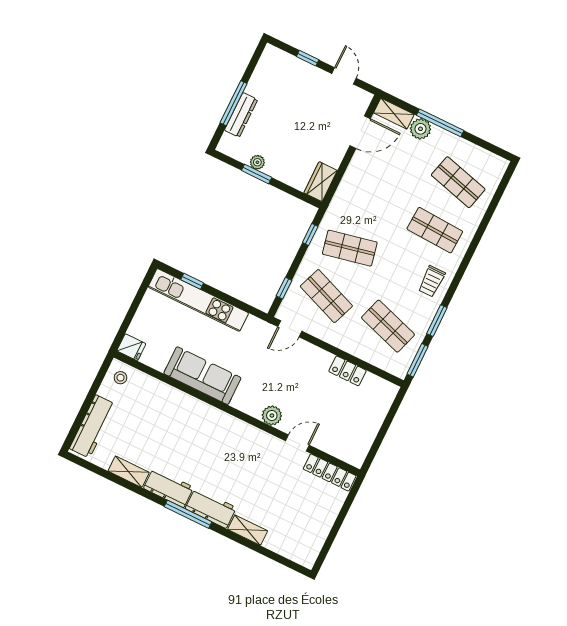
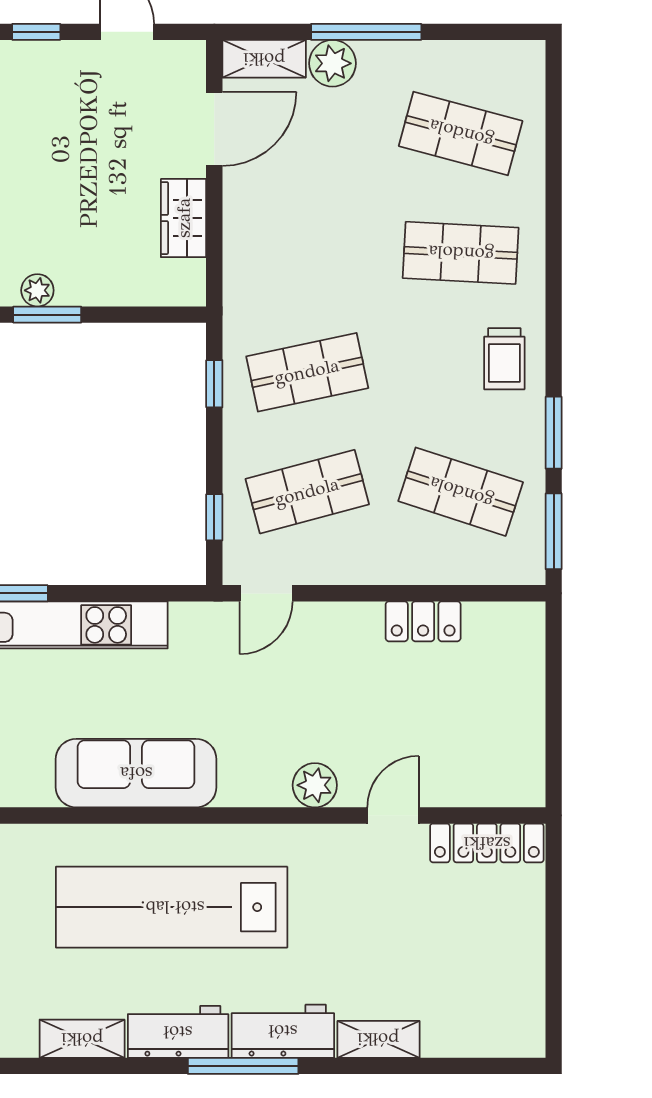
wardrobe: (321, 182) -> (184, 218), moved
shop shelf: (326, 296) -> (307, 492), turned -36
lab bench: (190, 436) -> (172, 907), added

